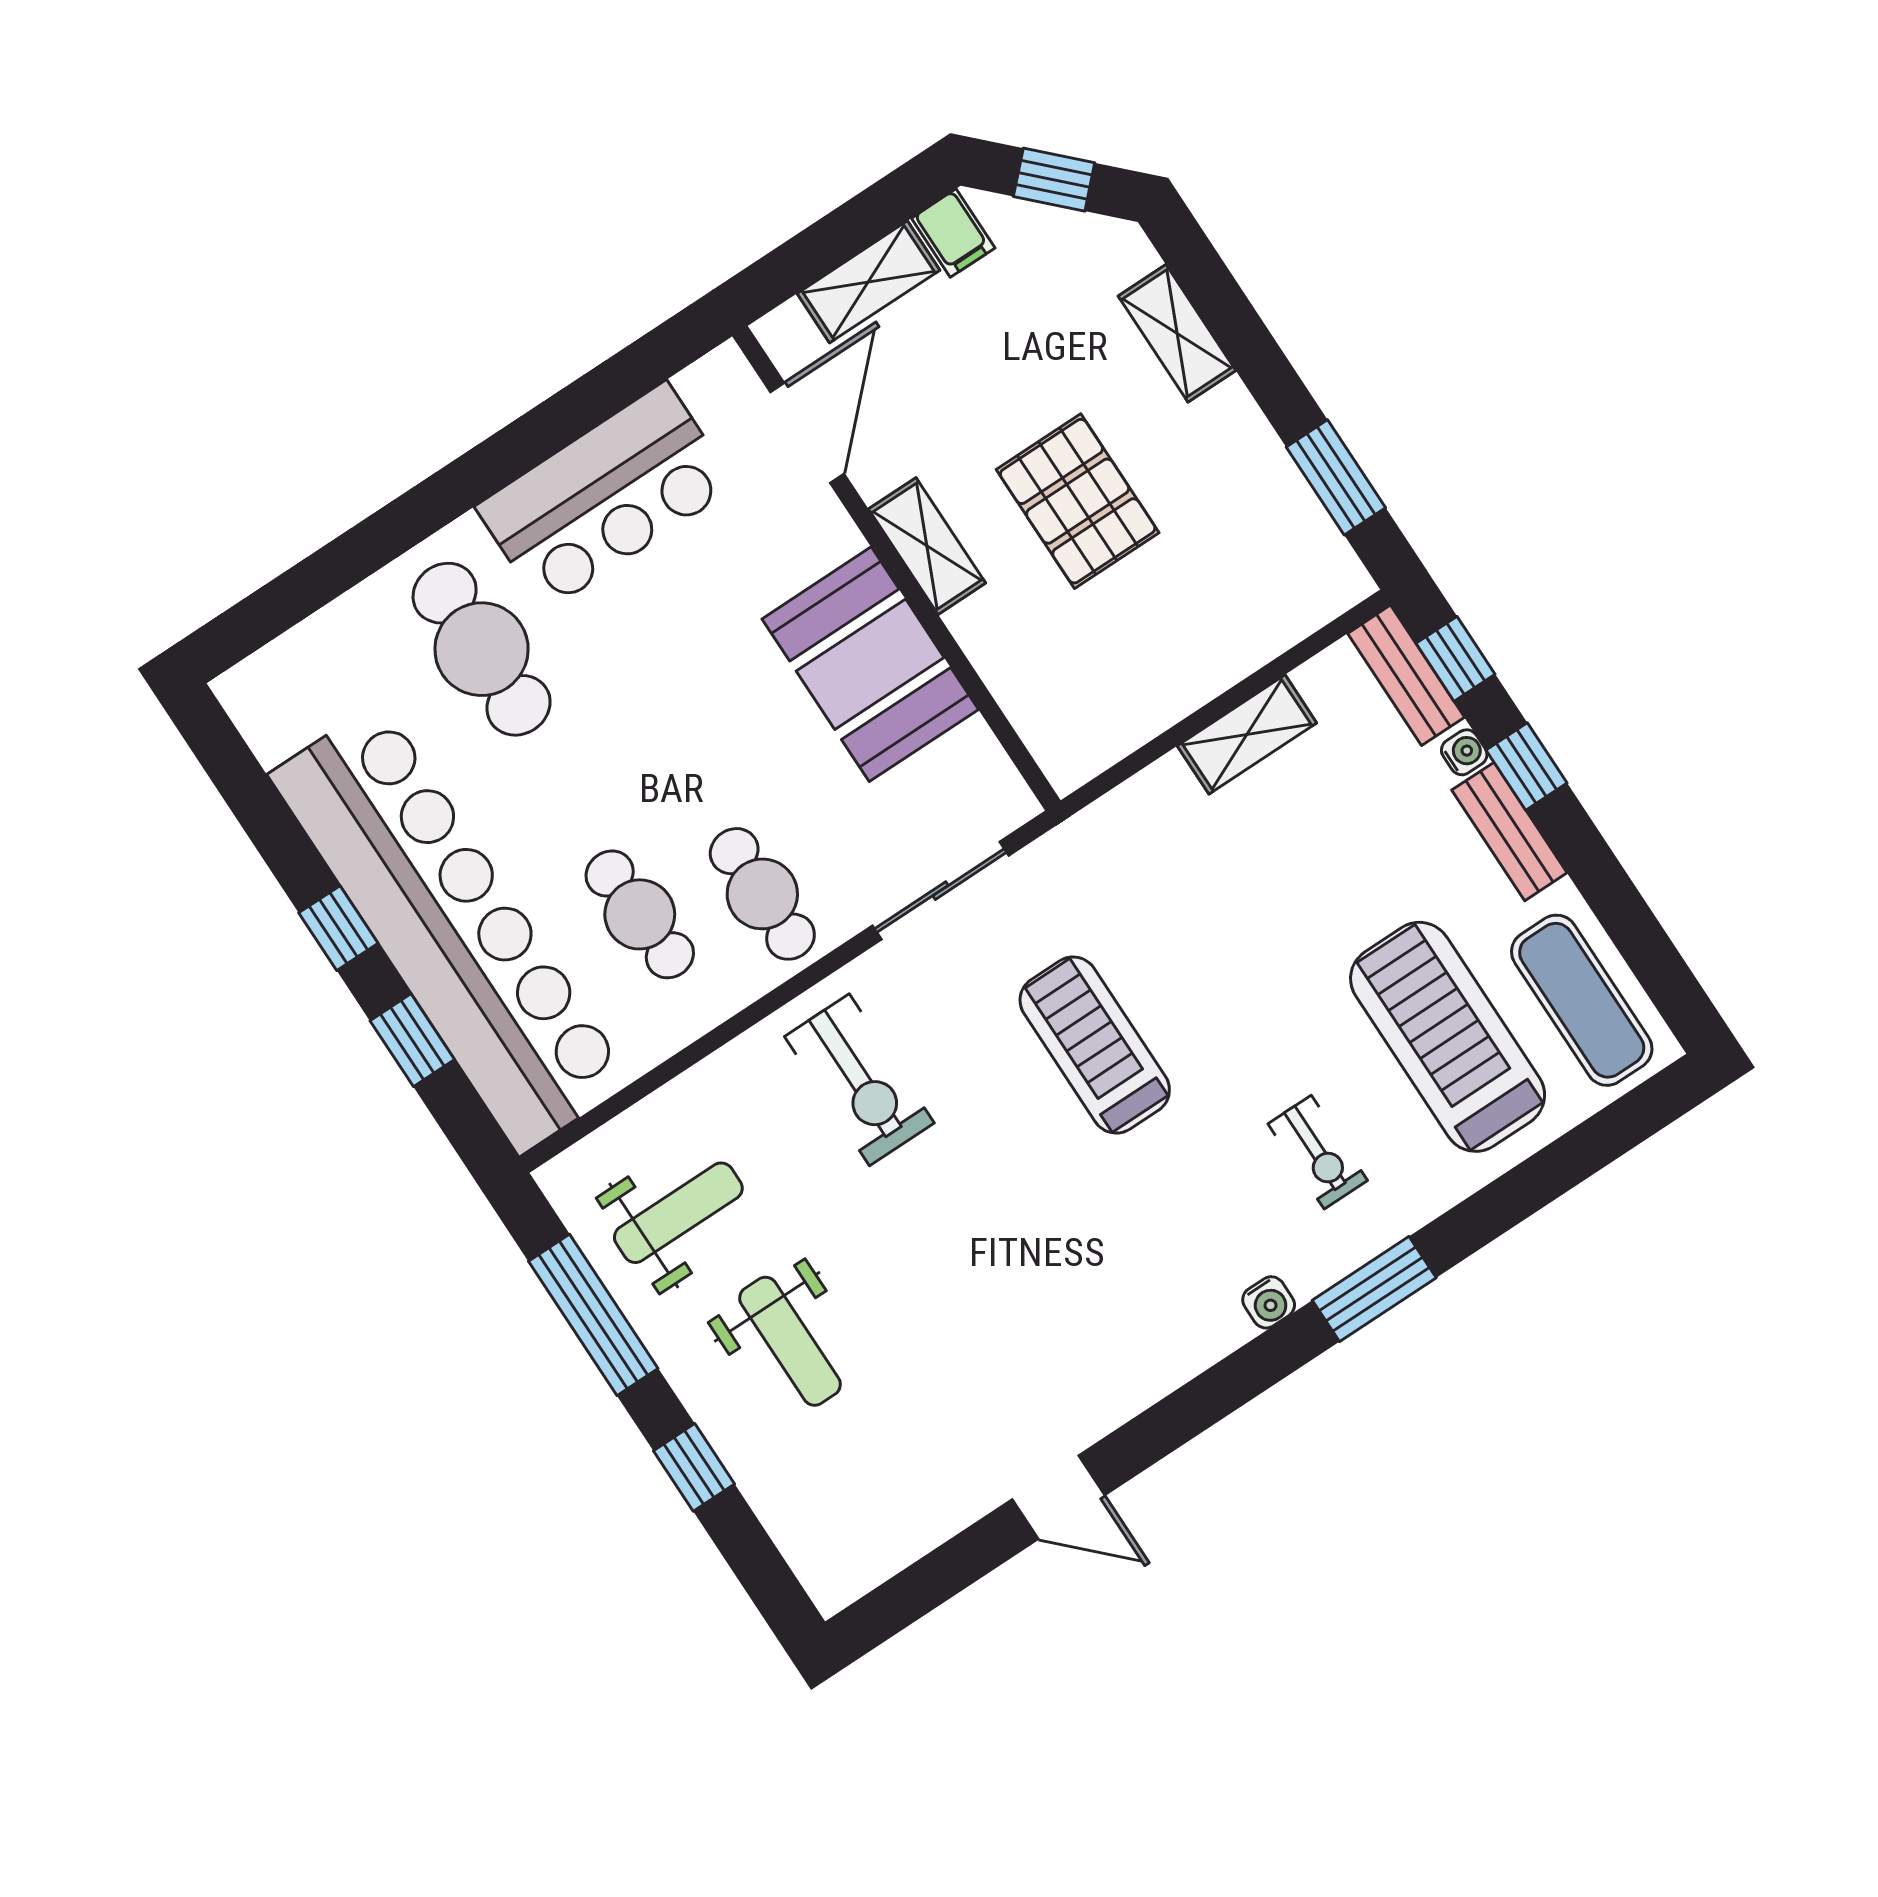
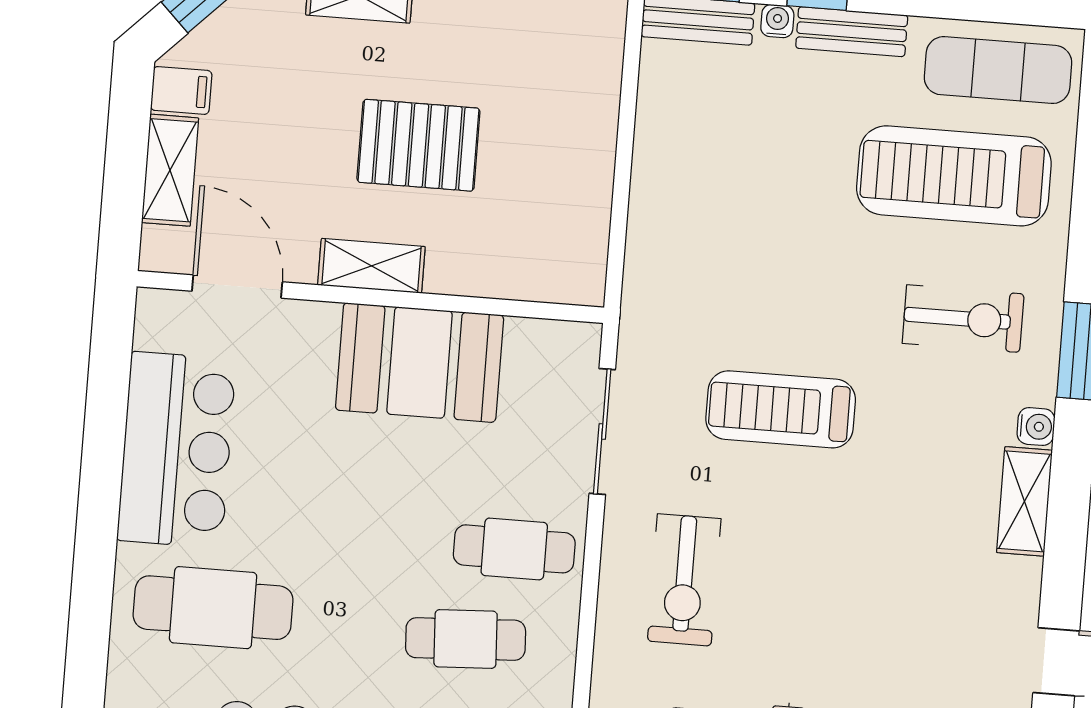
shelving: (1247, 734) -> (1024, 501), moved
exercise bike: (859, 1080) -> (684, 580), turned 90
exercise bike: (1318, 1152) -> (963, 319), width x1.38, depth x1.39

